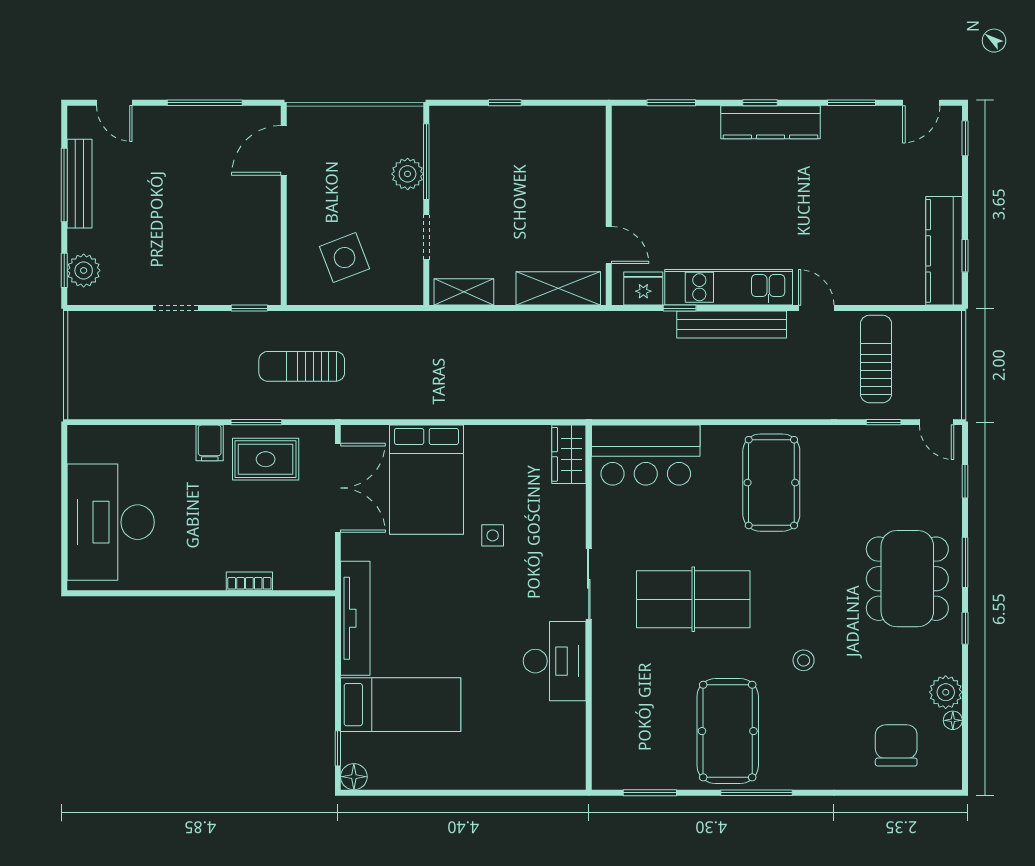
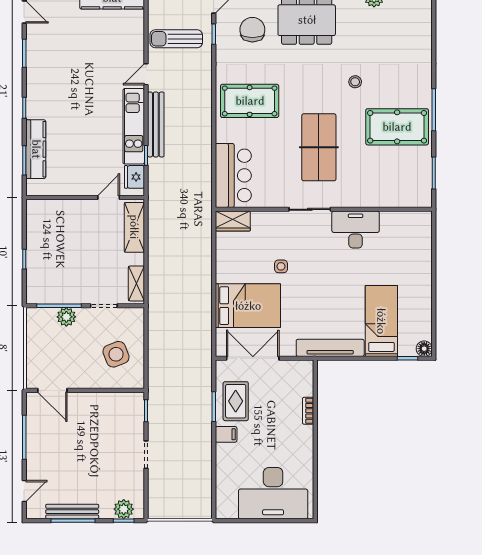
kitchen counter: (770, 122) -> (36, 149), moved
sun lounger: (302, 366) -> (181, 380), removed
chair: (896, 745) -> (252, 30), moved, turned 90

